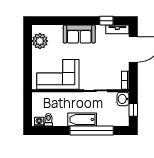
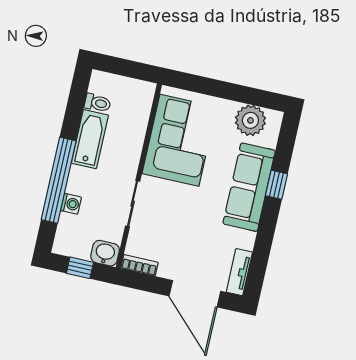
window: (106, 21) -> (276, 185), moved
sofa: (79, 34) -> (249, 187), width x1.36
bathtub: (82, 120) -> (90, 139), moved
washing machine: (39, 122) -> (71, 204), moved

